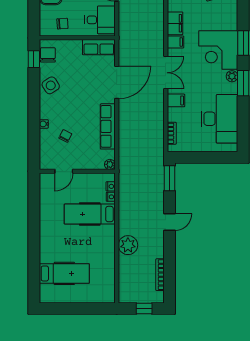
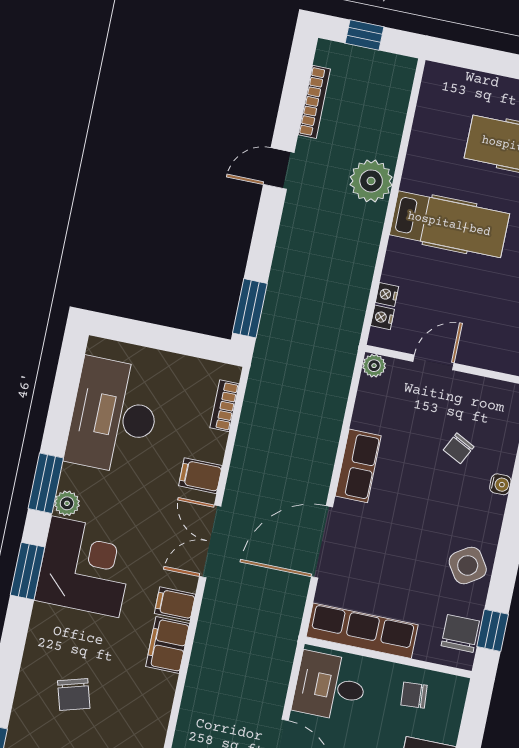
row of seats: (99, 47) -> (362, 631), width x1.48
chair: (48, 55) -> (460, 633), turned 180
row of seats: (108, 126) -> (358, 466), width x0.68
door: (64, 171) -> (434, 362), moved
hospital bed: (90, 214) -> (449, 224), moved
door: (170, 222) -> (279, 169), moved

